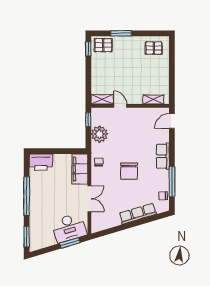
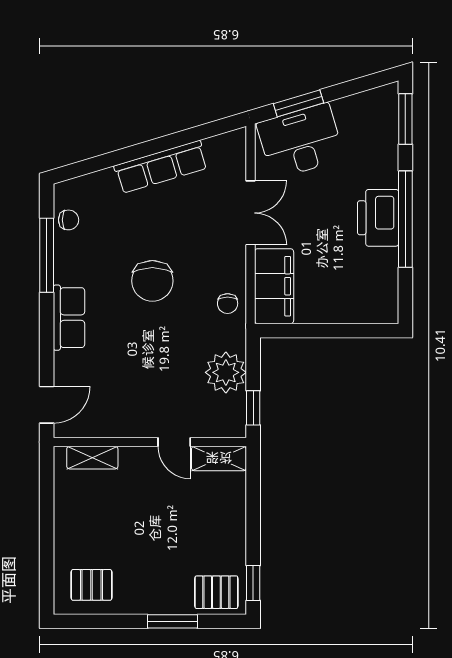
printer: (41, 162) -> (378, 218), moved, turned -90
chair: (129, 171) -> (152, 281), turned 180
double door: (89, 199) -> (250, 213), swing flipped
row of seats: (138, 214) -> (161, 167), moved

